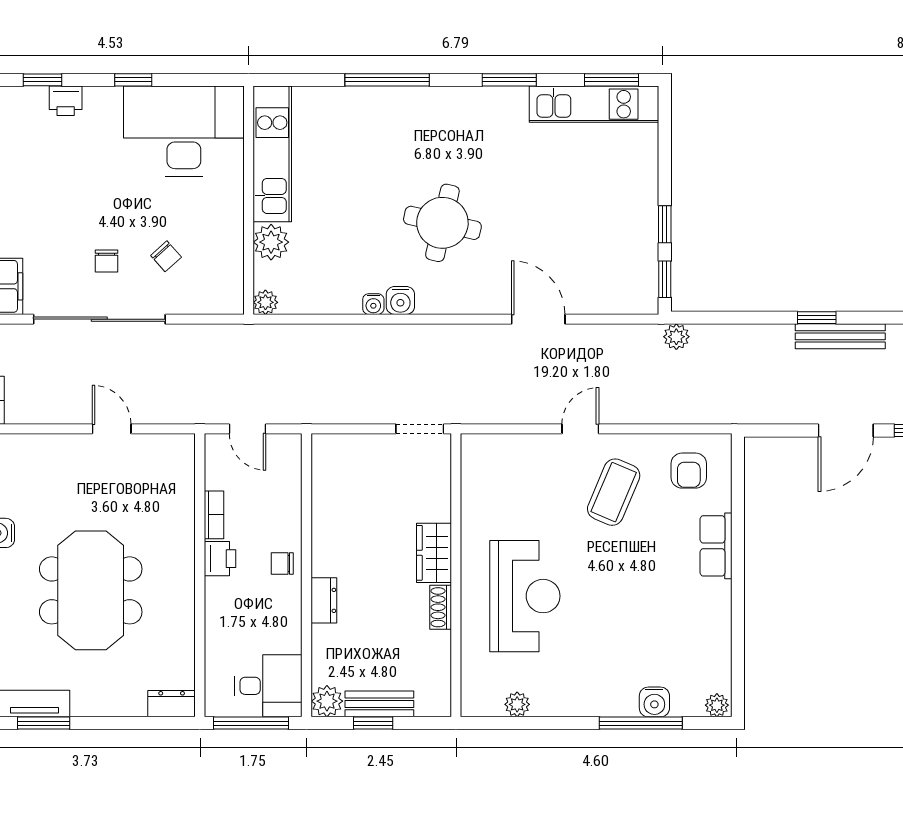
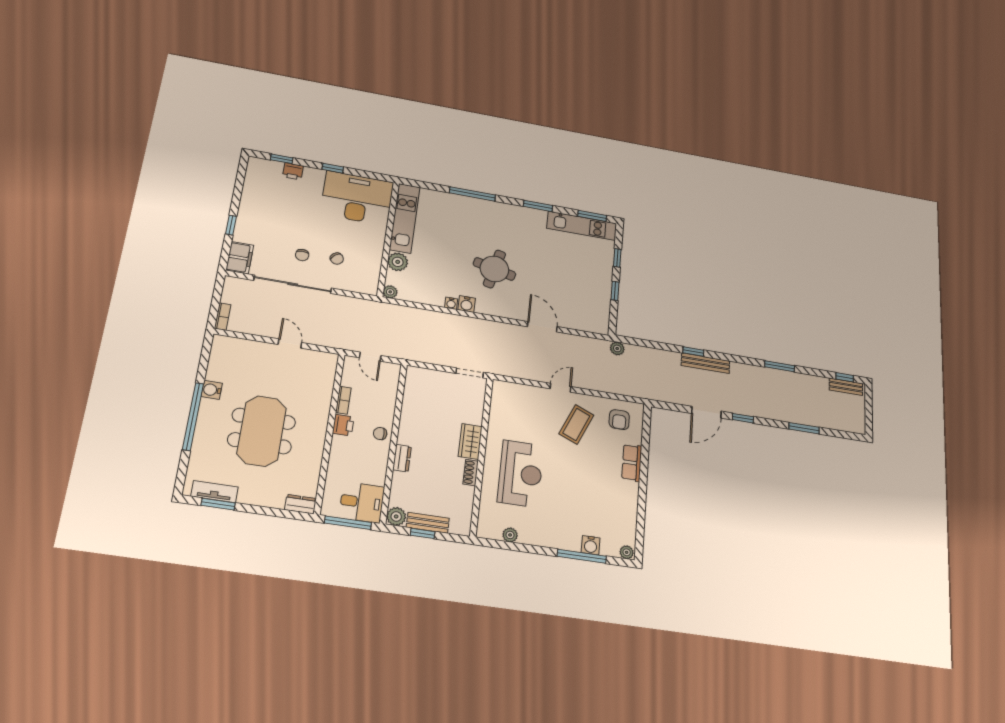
window: (665, 279) -> (617, 258), moved

